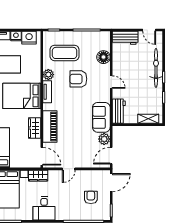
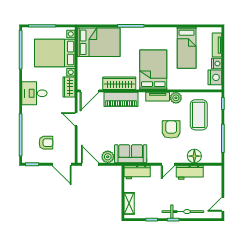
workbench: (125, 38) -> (190, 172), moved, turned -90
wardrobe: (35, 128) -> (119, 83), width x1.50

